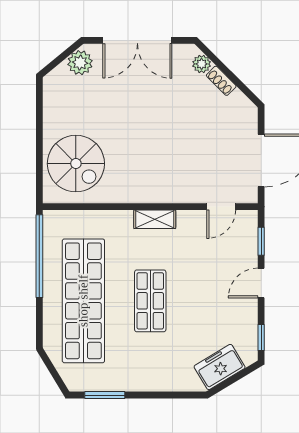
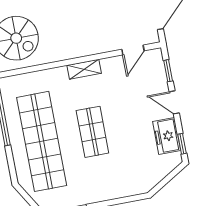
door: (261, 283) -> (174, 102), hinge flipped
freezer: (220, 367) -> (167, 136), moved, turned -59

